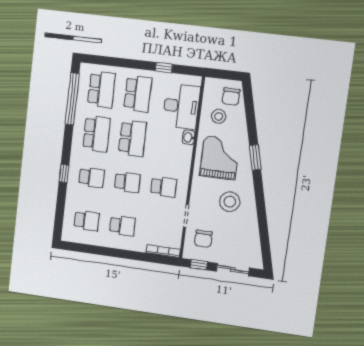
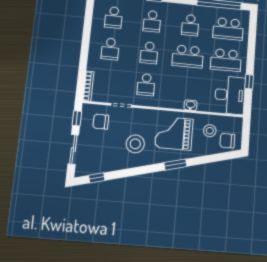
desk: (181, 106) -> (230, 95), moved, turned -90
school desk: (96, 134) -> (190, 25), width x0.54
grand piano: (220, 158) -> (174, 133), turned 180
window: (265, 245) -> (97, 178), added

